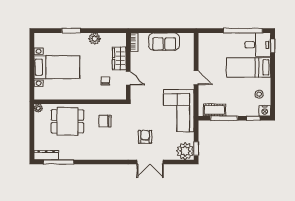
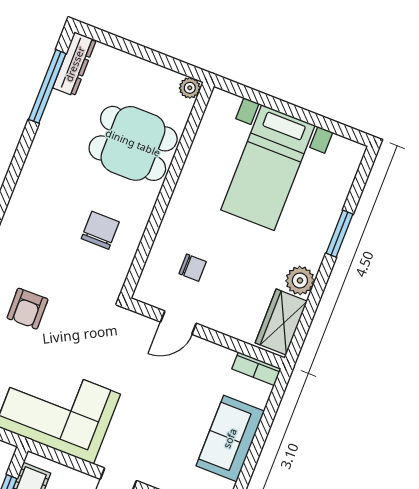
wardrobe: (119, 58) -> (281, 322), moved, turned -90
dining table: (67, 121) -> (133, 143), turned 90
armchair: (145, 137) -> (27, 309), turned 89

